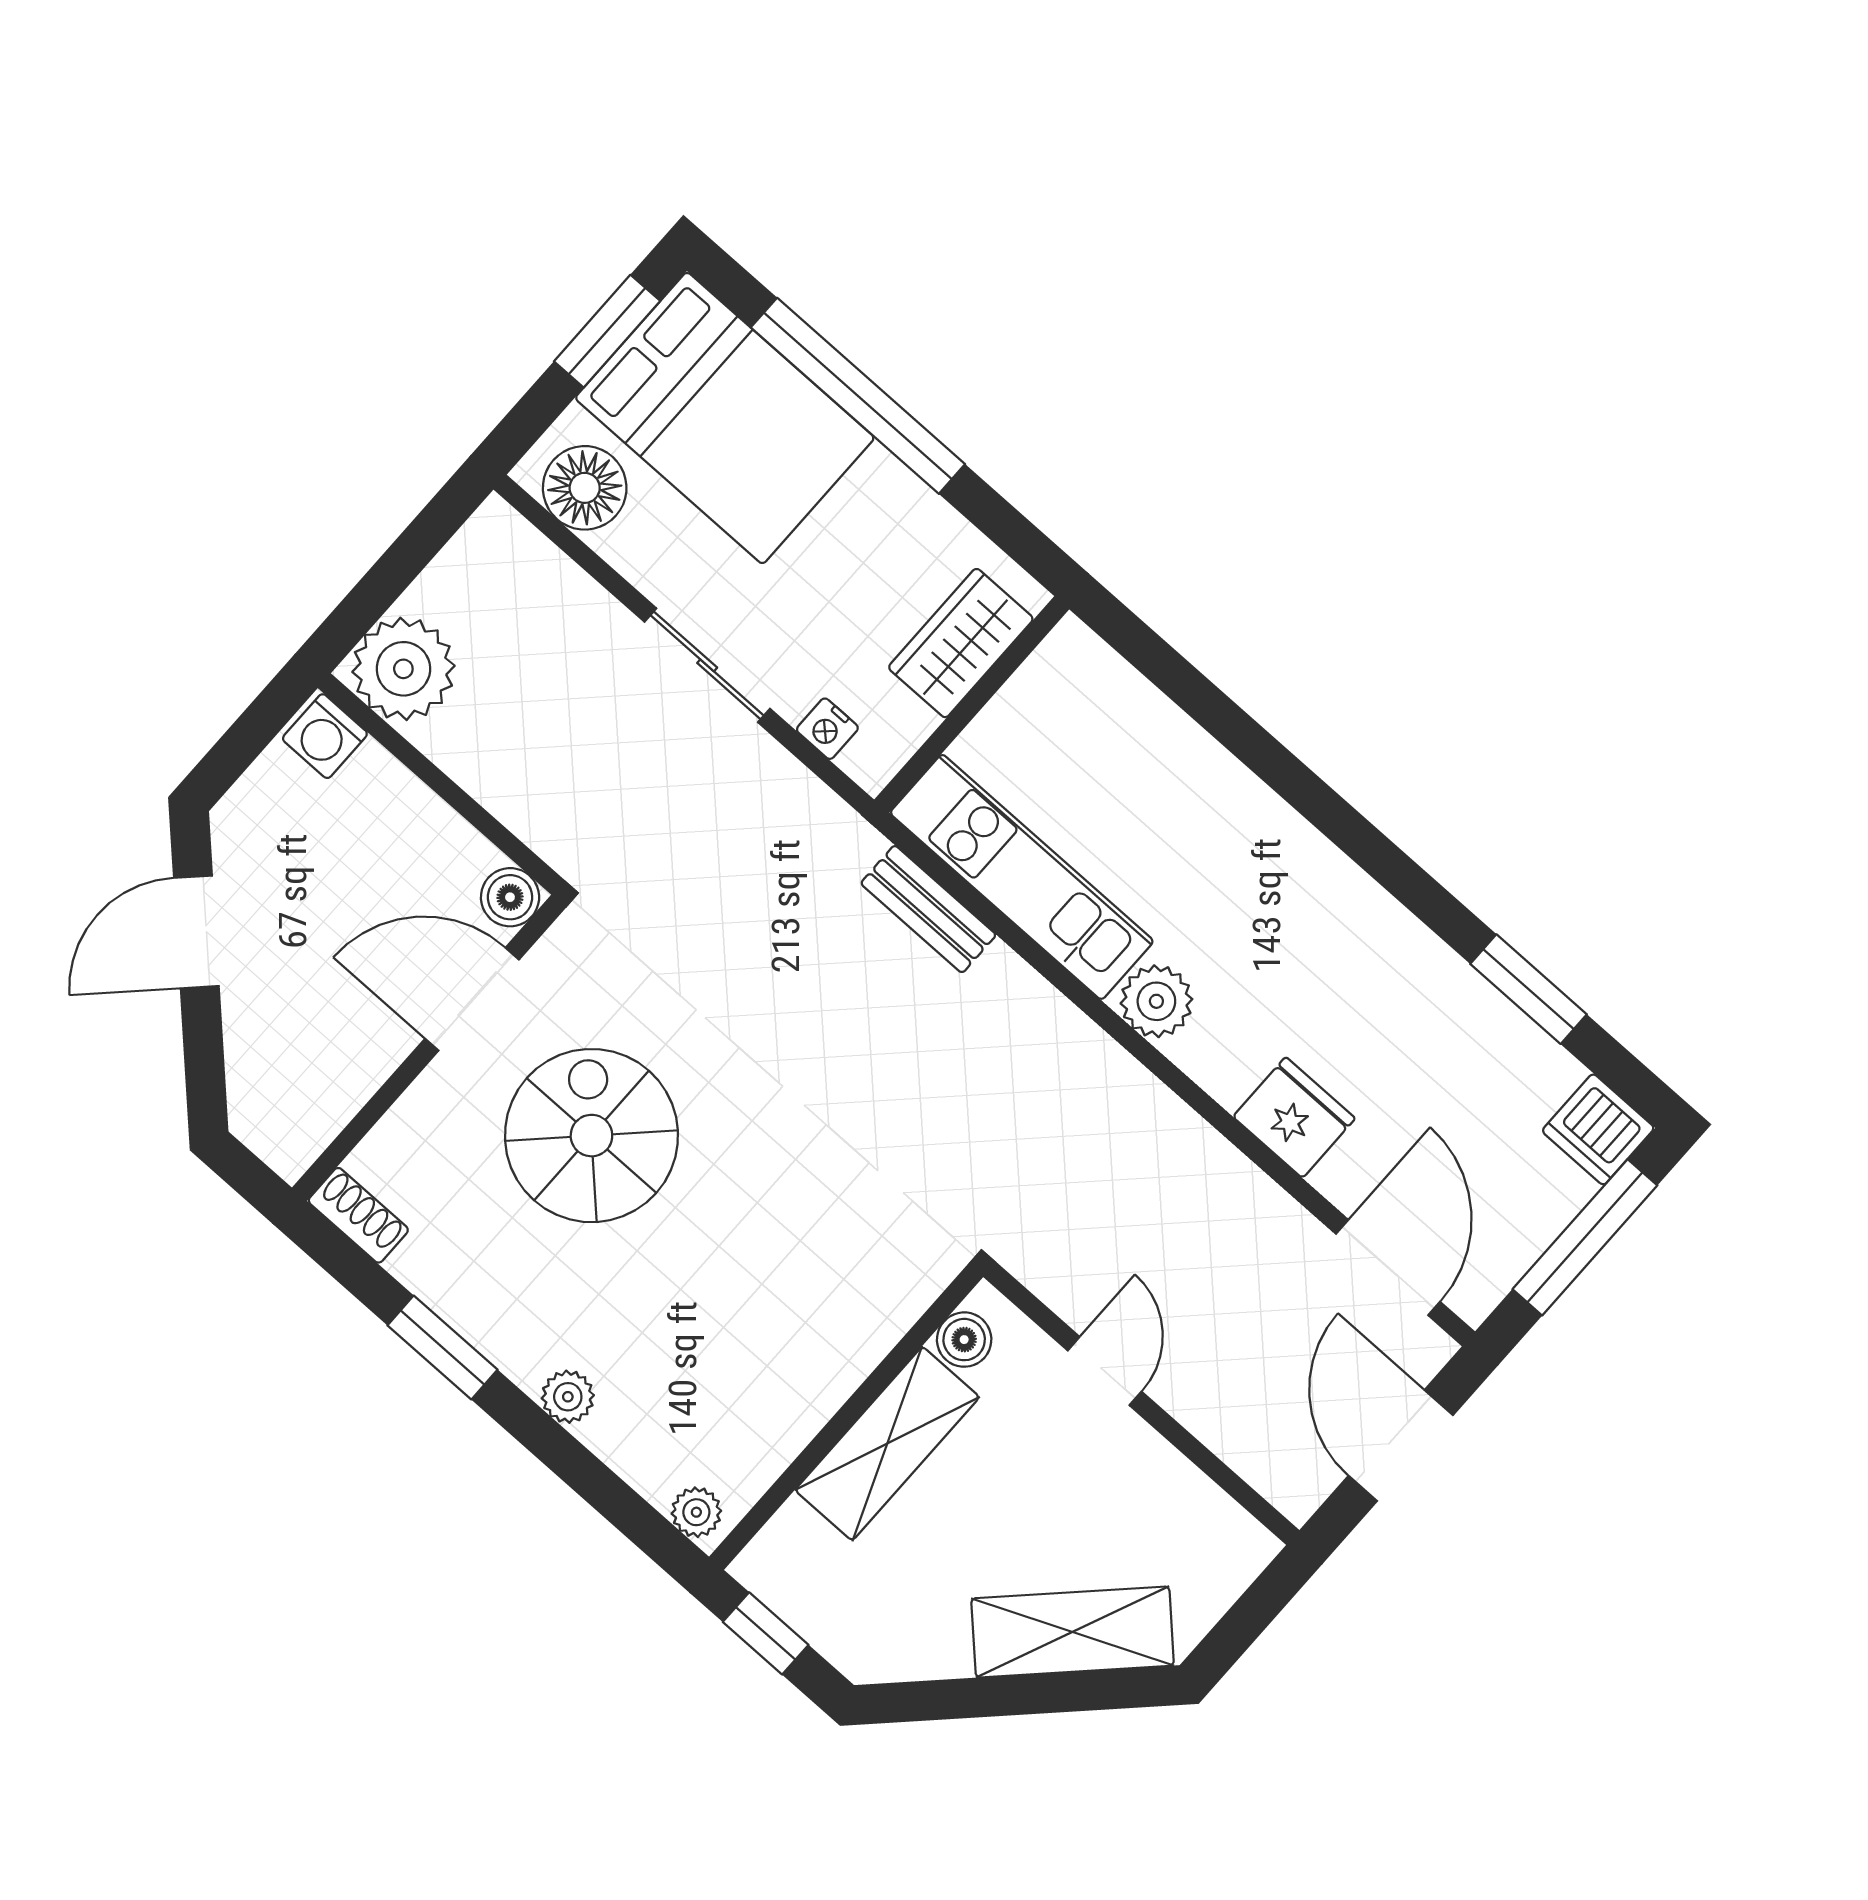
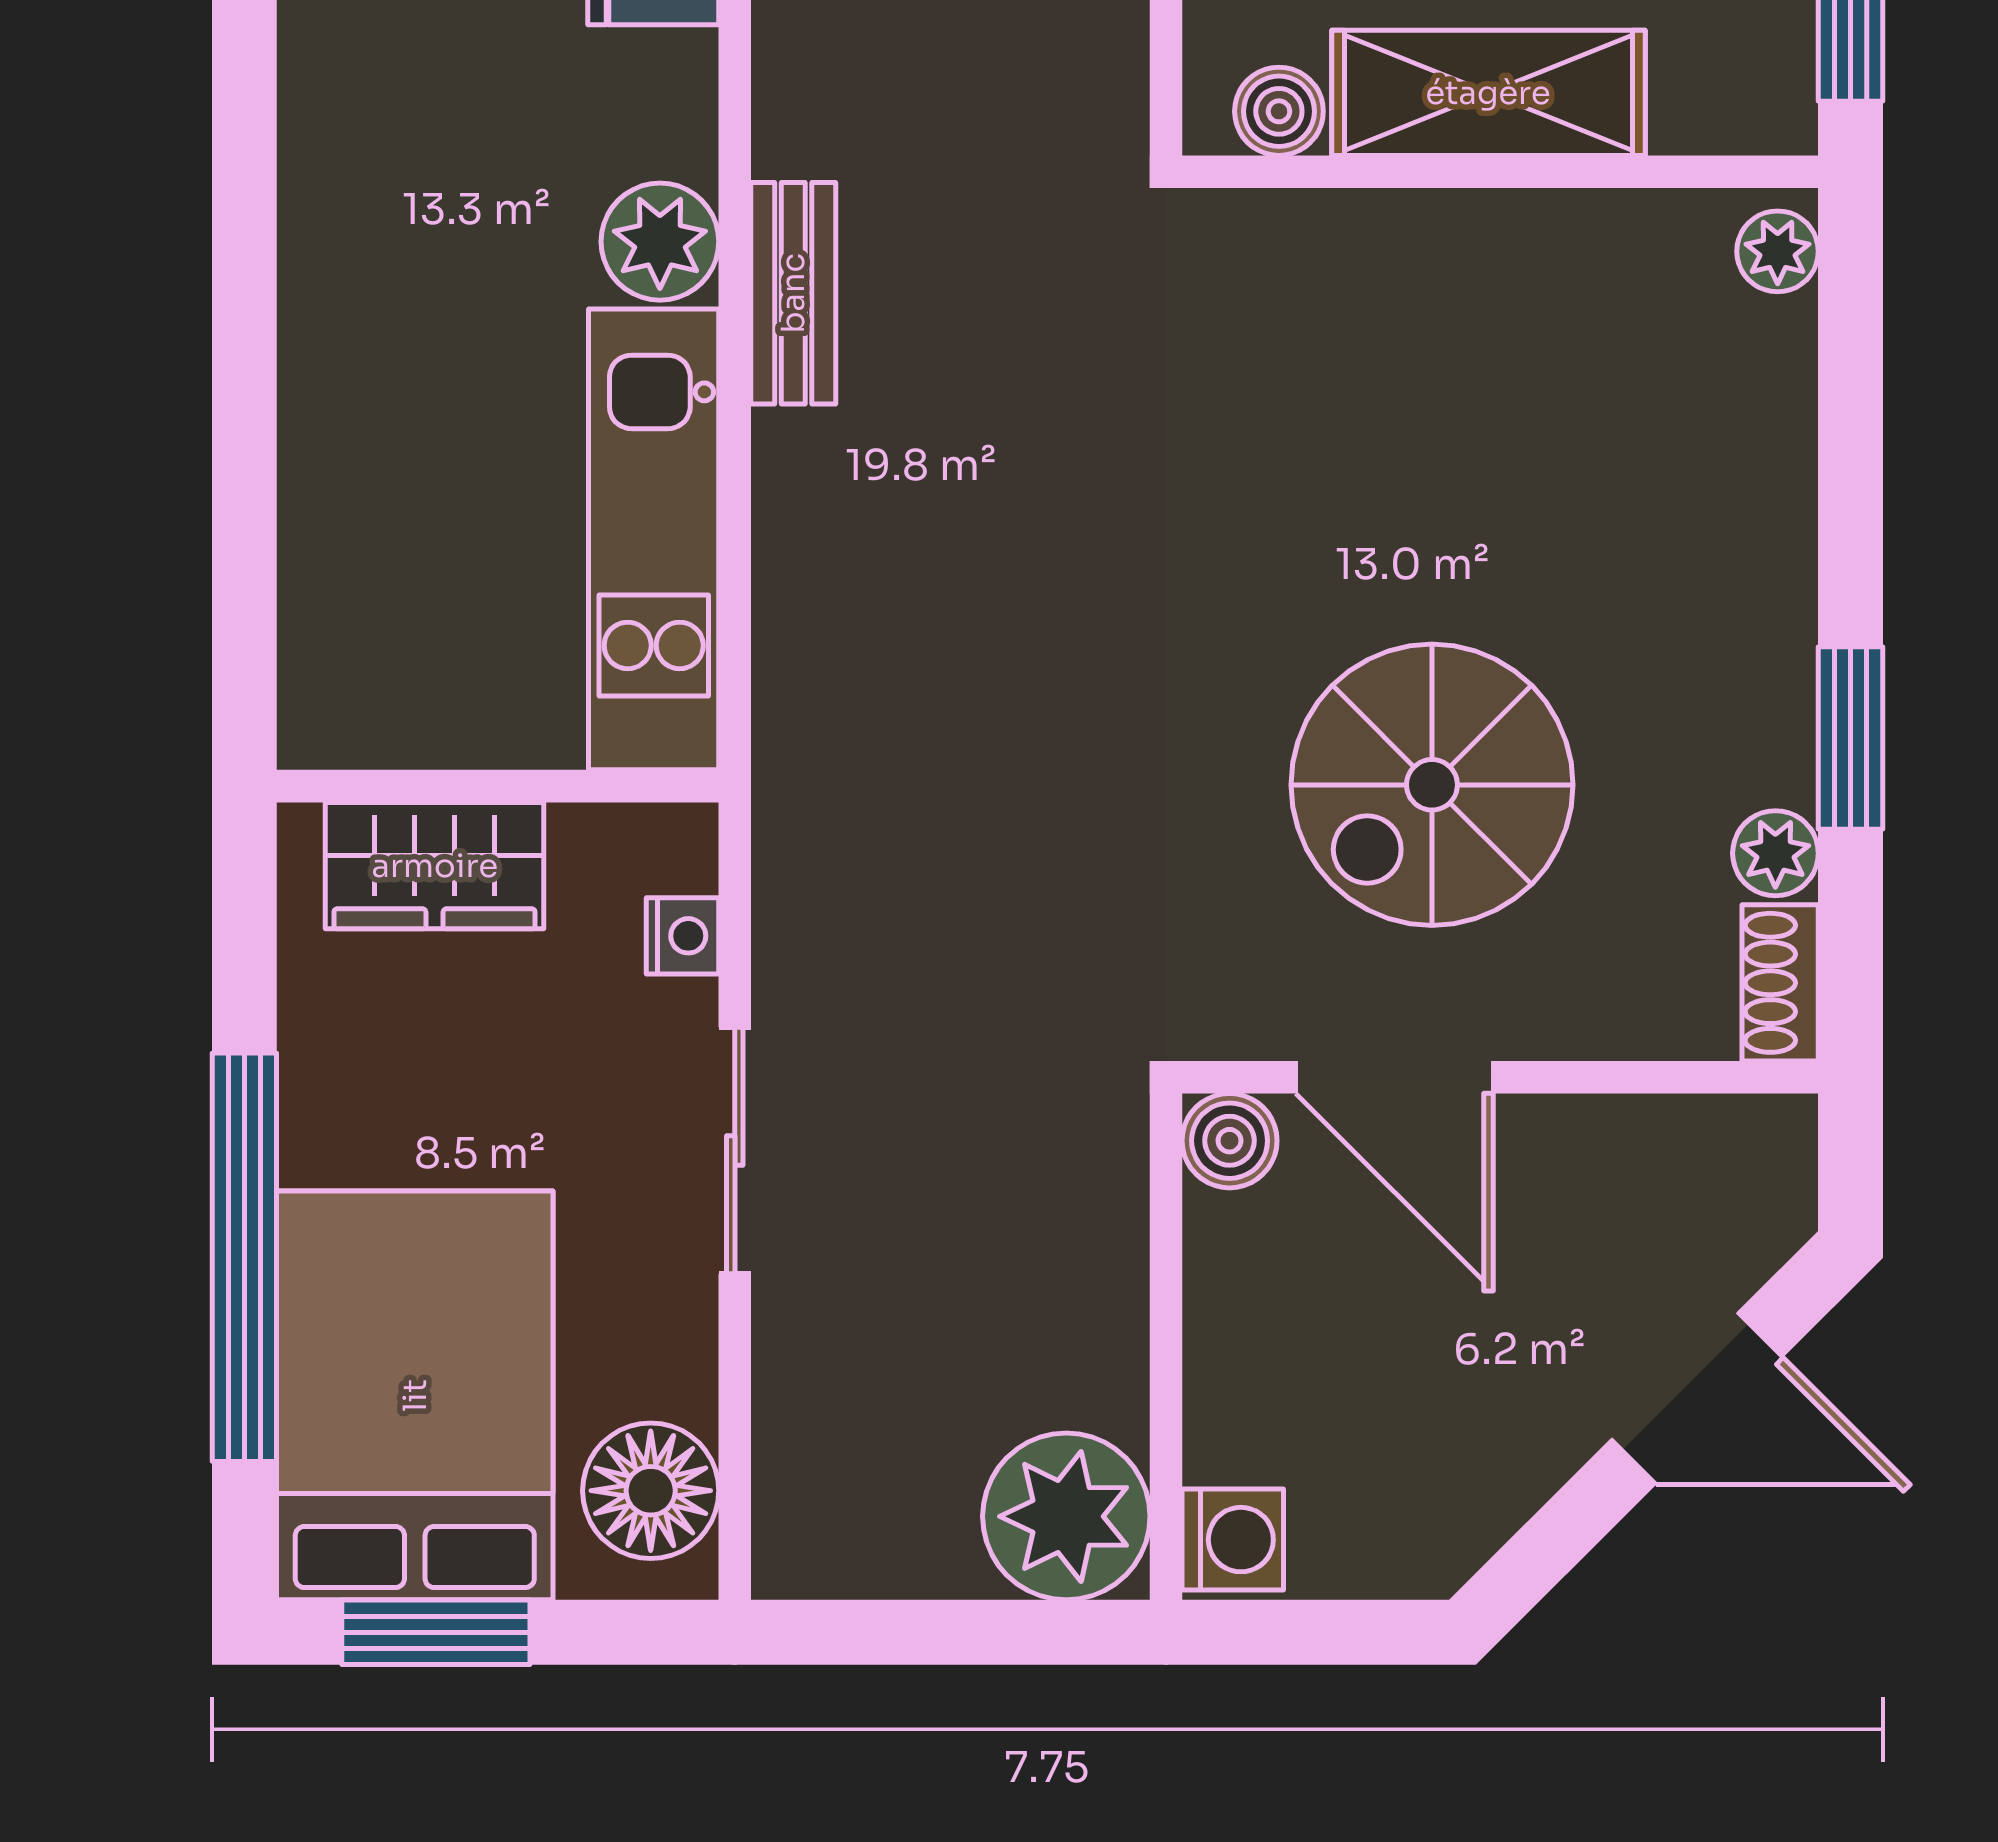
bench: (928, 909) -> (793, 293), moved
door: (196, 932) -> (1697, 1398), moved
plant: (568, 1397) -> (1775, 853), moved

